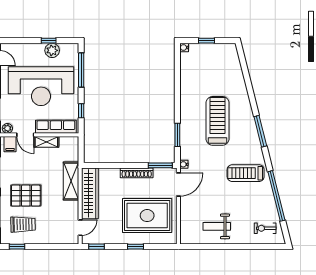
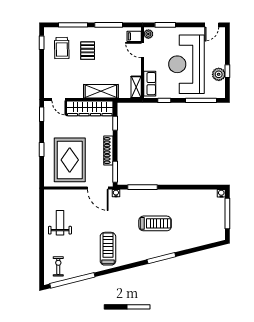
window: (206, 41) -> (227, 214), width x2.17
treadmill: (218, 121) -> (155, 223), width x0.73, depth x0.73
row of seats: (56, 127) -> (150, 84), width x0.68
window: (260, 131) -> (161, 258), moved
door: (25, 135) -> (143, 50), hinge flipped
window: (177, 135) -> (143, 187), width x1.44
shelving: (46, 142) -> (136, 87), moved
window: (106, 165) -> (115, 123), added
pallet: (26, 196) -> (88, 51), width x0.67, depth x0.71
window: (276, 196) -> (72, 280), moved

